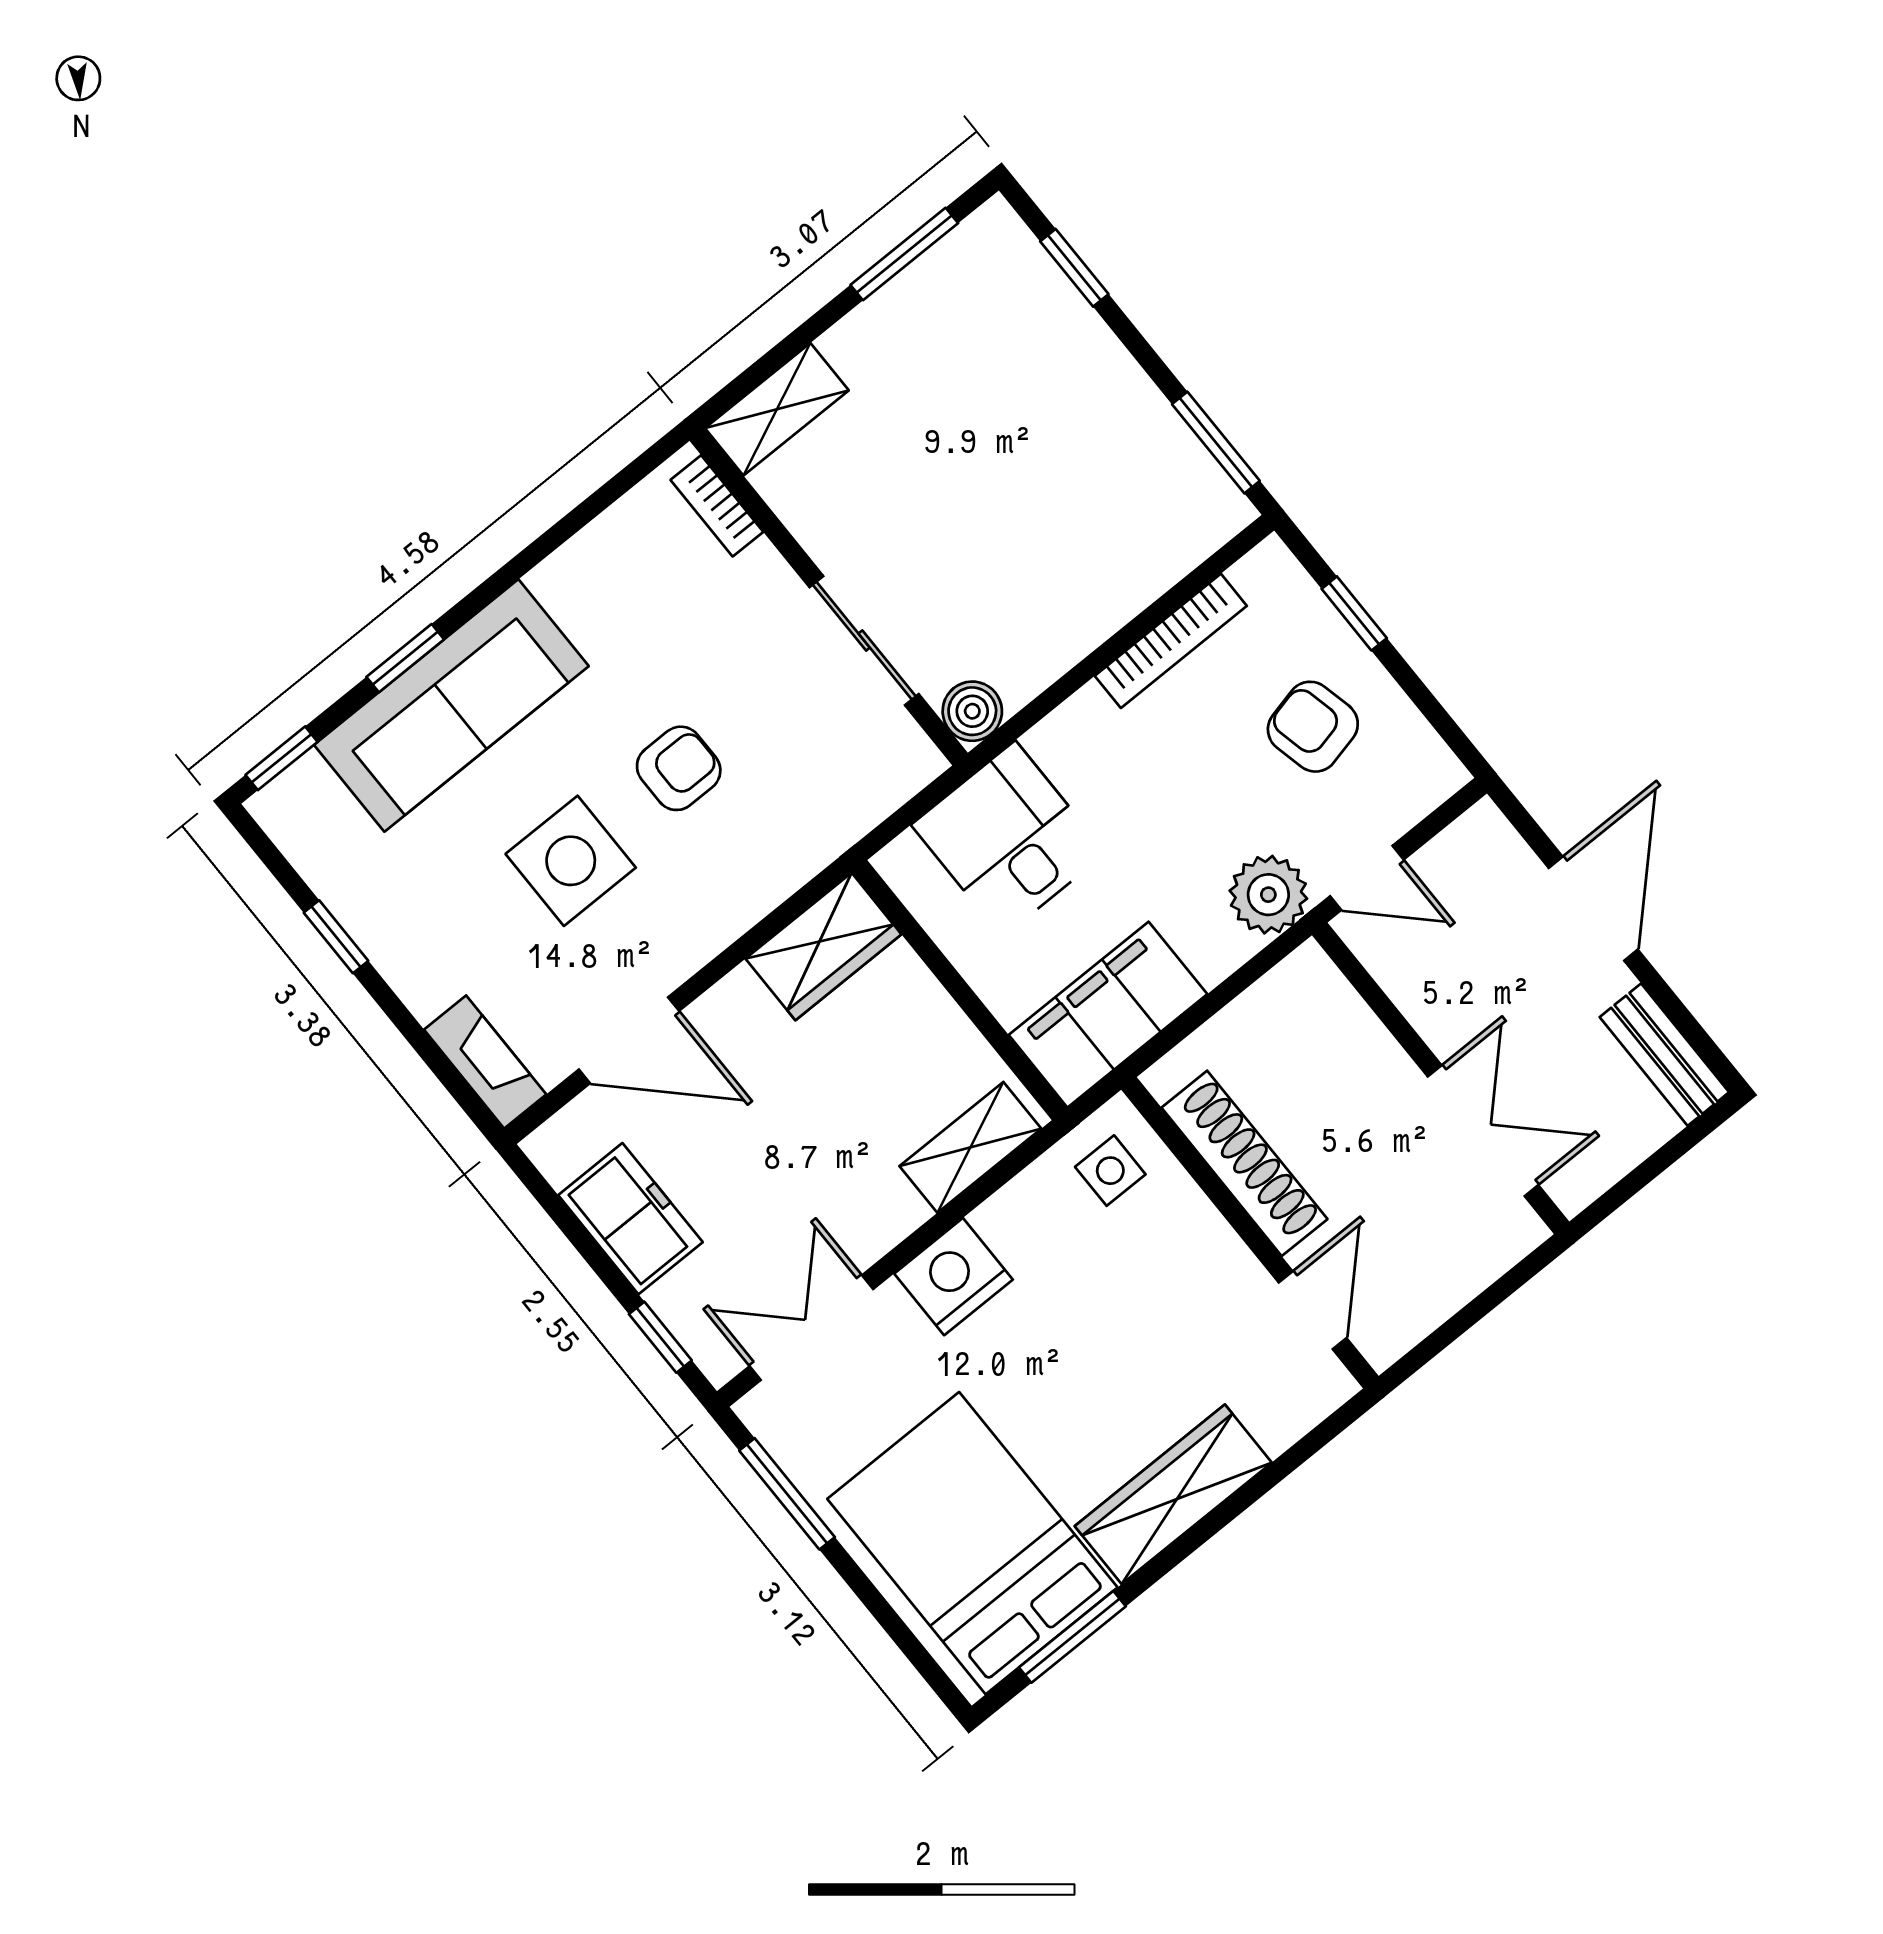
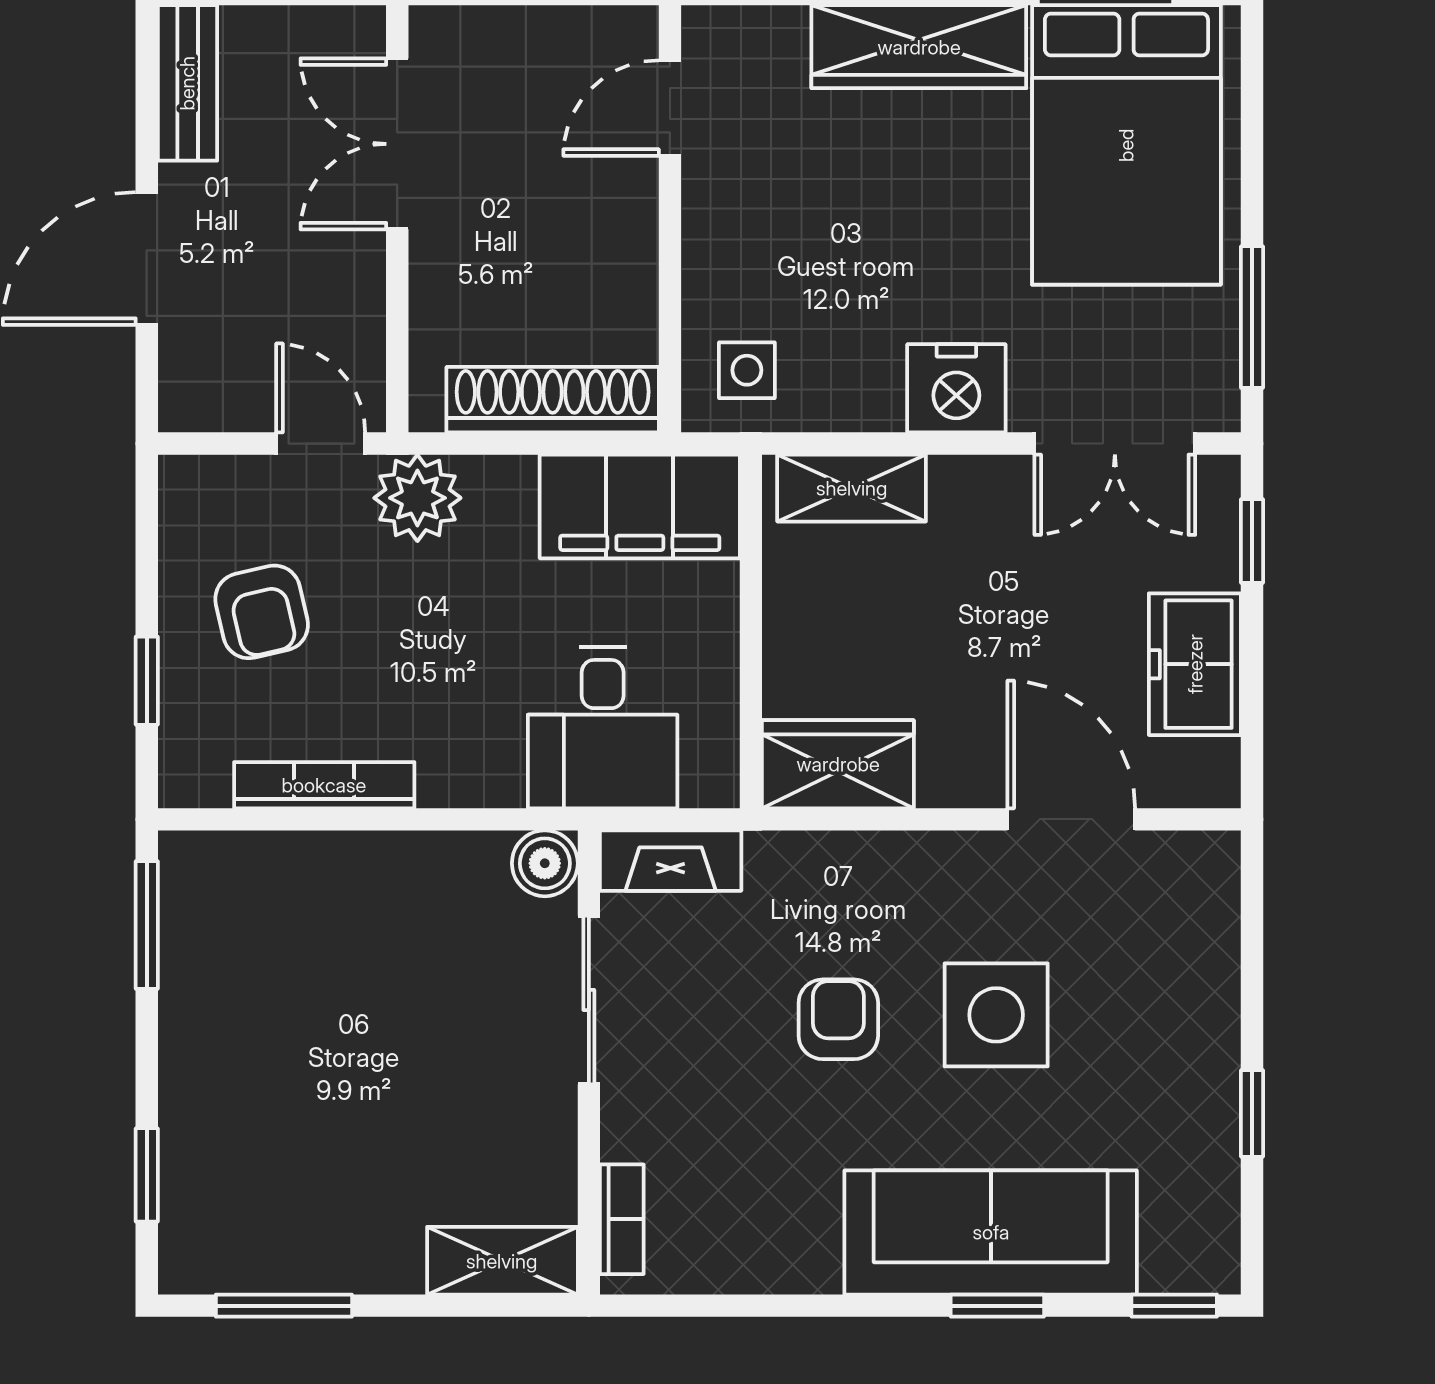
armchair: (679, 768) -> (838, 1019), turned 90
fireplace: (485, 1062) -> (671, 861), moved, turned -90
shoe rack: (1244, 1163) -> (553, 400), moved, turned 90

